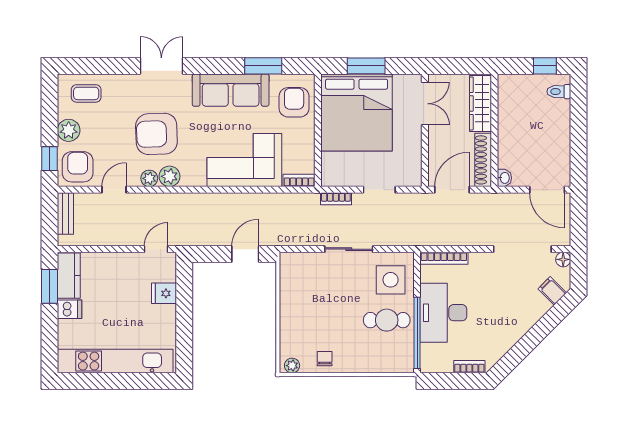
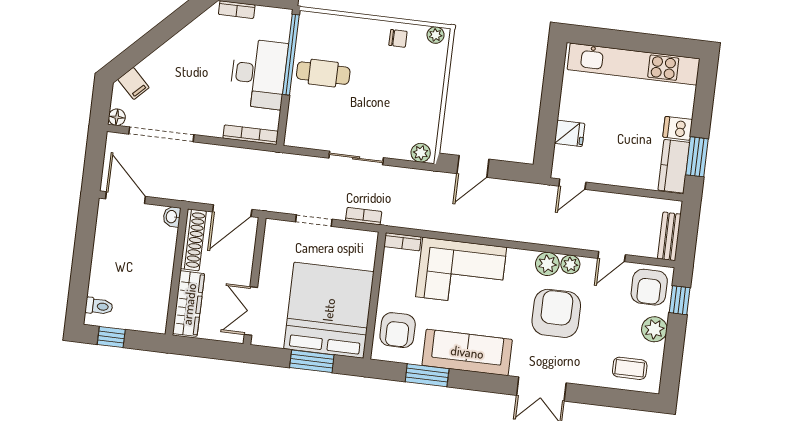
armchair: (156, 134) -> (556, 313), turned -88
plant: (293, 261) -> (421, 153), added
side table: (391, 280) -> (313, 118), removed
chair: (325, 359) -> (398, 38), turned -90

